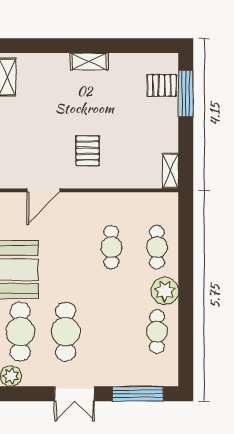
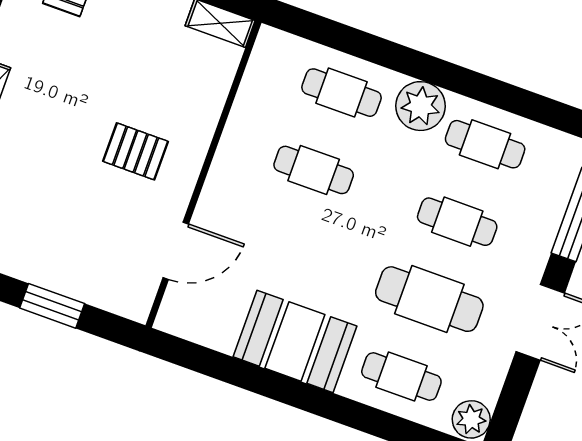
door: (43, 190) -> (176, 251), hinge flipped
cafe table: (20, 332) -> (401, 376), width x0.73, depth x0.74
cafe table: (111, 332) -> (457, 222), added

